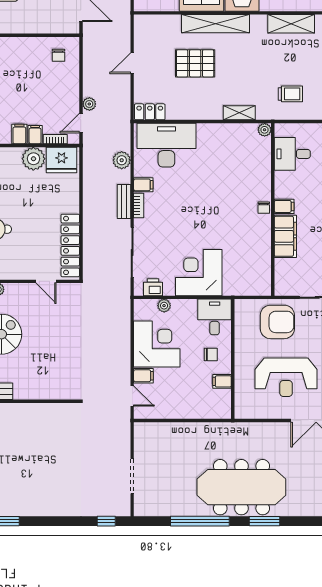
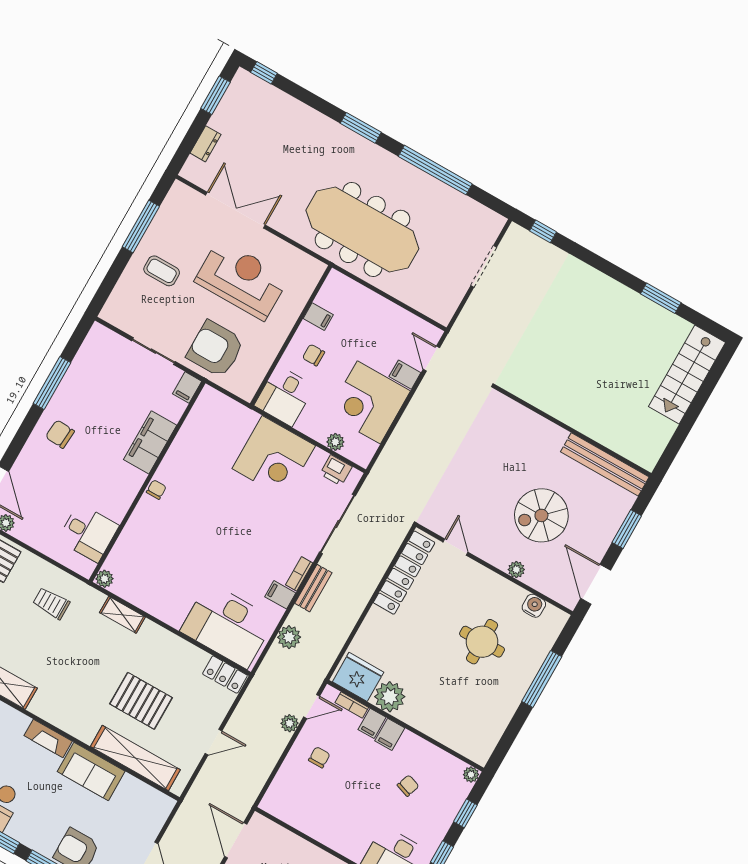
shelving: (215, 24) -> (135, 758), moved
chair: (59, 55) -> (319, 757), moved
filing cabinet: (284, 206) -> (187, 387), moved, turned -90
meeting table: (241, 487) -> (362, 229), moved

